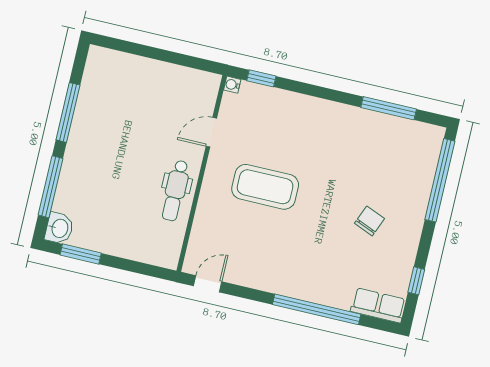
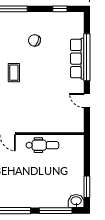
coffee table: (265, 187) -> (14, 73), moved, width x0.54, depth x0.58
door: (208, 284) -> (87, 101), moved
row of seats: (378, 305) -> (77, 59), moved, width x1.48

